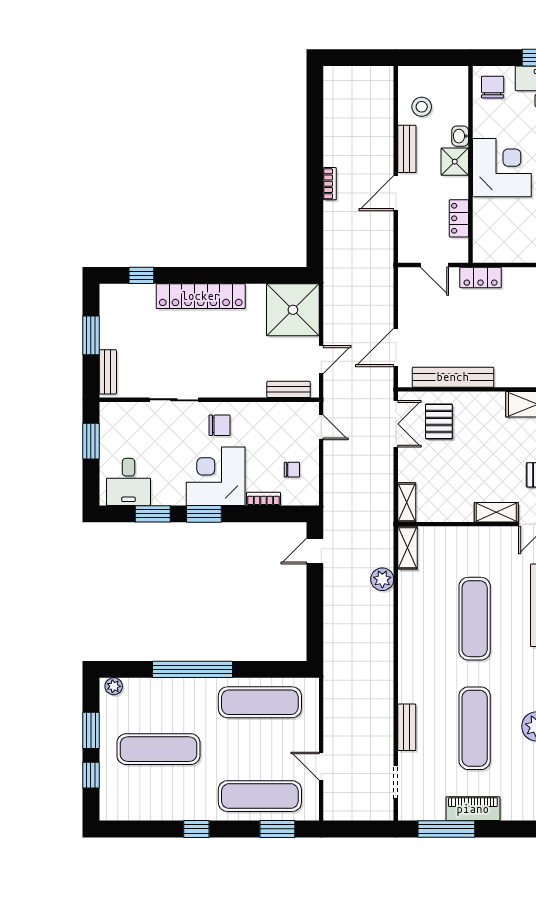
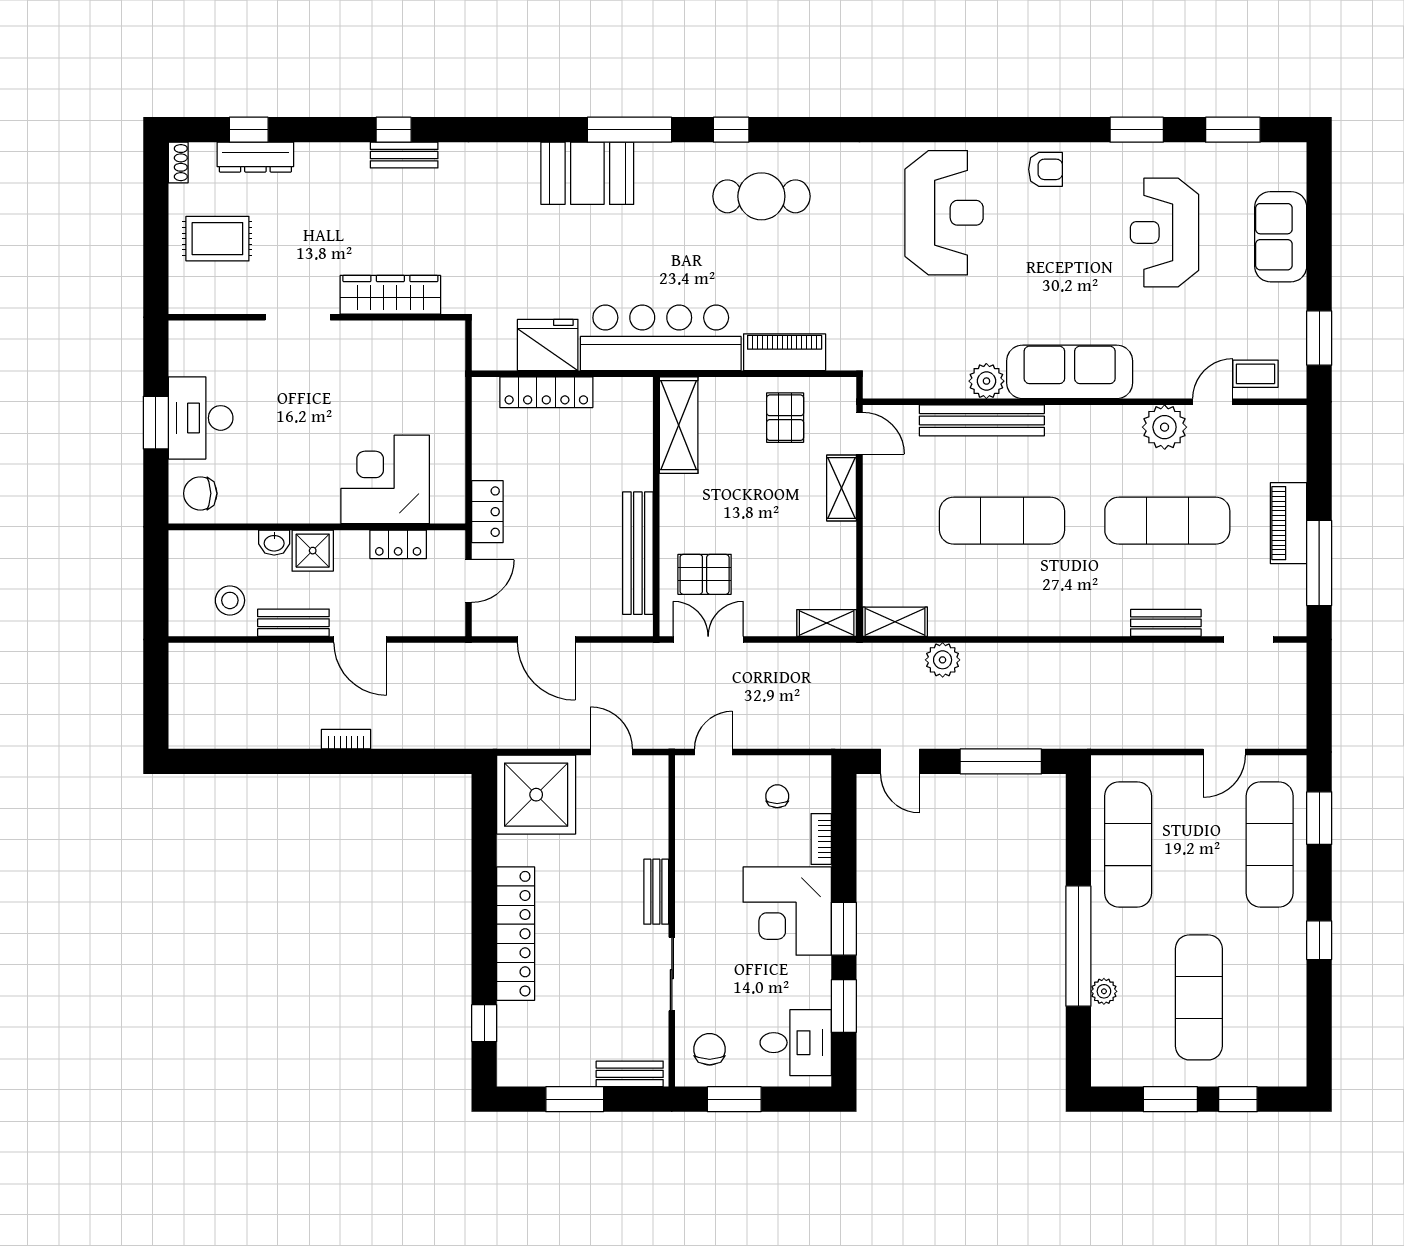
corner desk: (502, 168) -> (385, 479), moved
door: (396, 347) -> (546, 639), moved
bench: (289, 389) -> (656, 892), moved
chair: (220, 425) -> (710, 1049), moved
window: (315, 618) -> (1001, 761), added
plant: (114, 686) -> (1104, 991), moved

